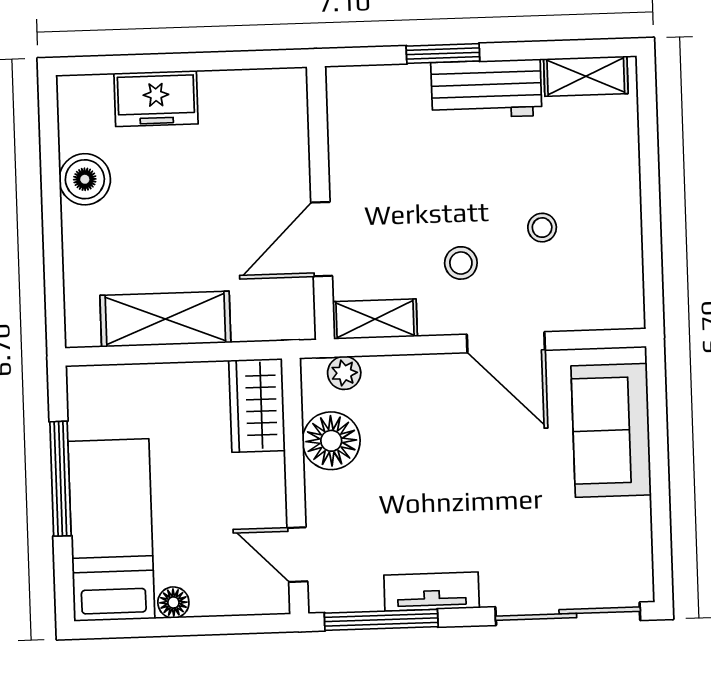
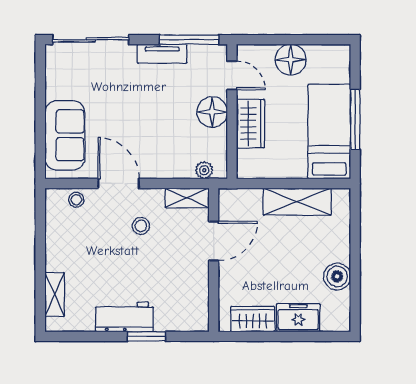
shelving: (586, 76) -> (55, 294), moved, turned 90
wardrobe: (242, 93) -> (253, 319), added
stool: (542, 228) -> (76, 200), moved
wardrobe: (257, 405) -> (251, 124), moved
floor lamp: (331, 441) -> (212, 112), moved
bed: (111, 530) -> (329, 132), moved, turned 180
floor lamp: (173, 602) -> (291, 60), width x1.89, depth x1.89

